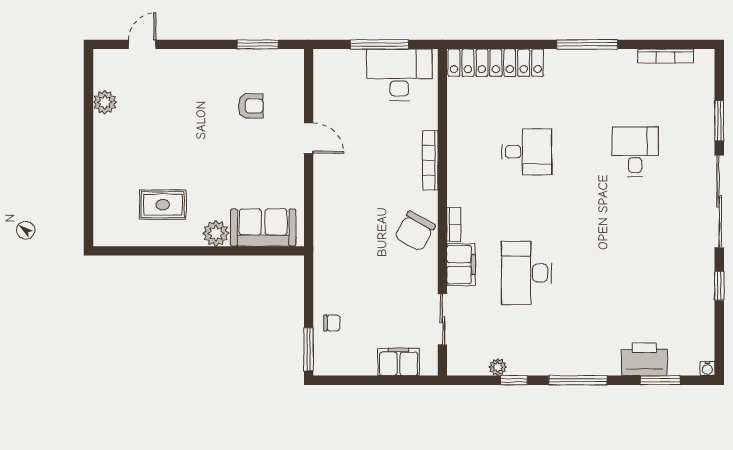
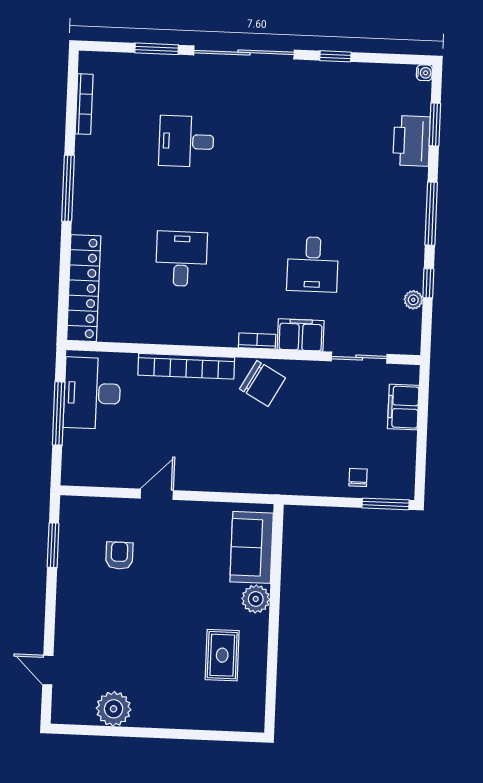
plant: (105, 102) -> (114, 709), width x1.36, depth x1.36
bookcase: (430, 160) -> (186, 366), width x1.48, depth x1.31
desk: (527, 273) -> (313, 264), width x0.73

